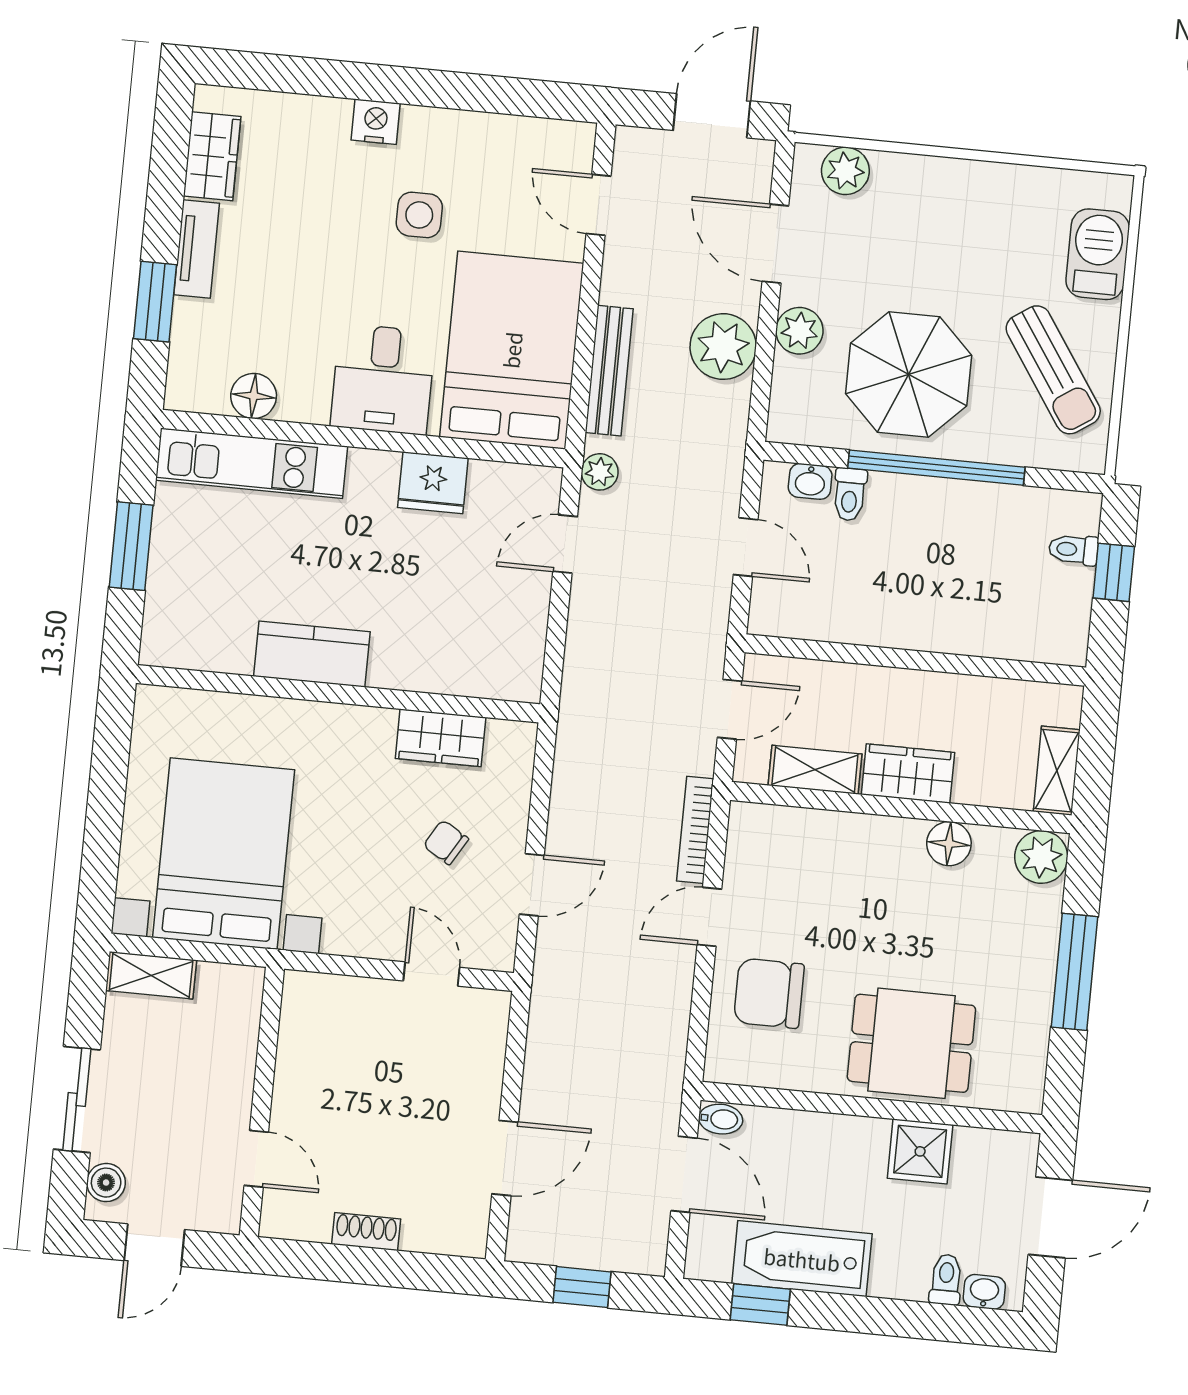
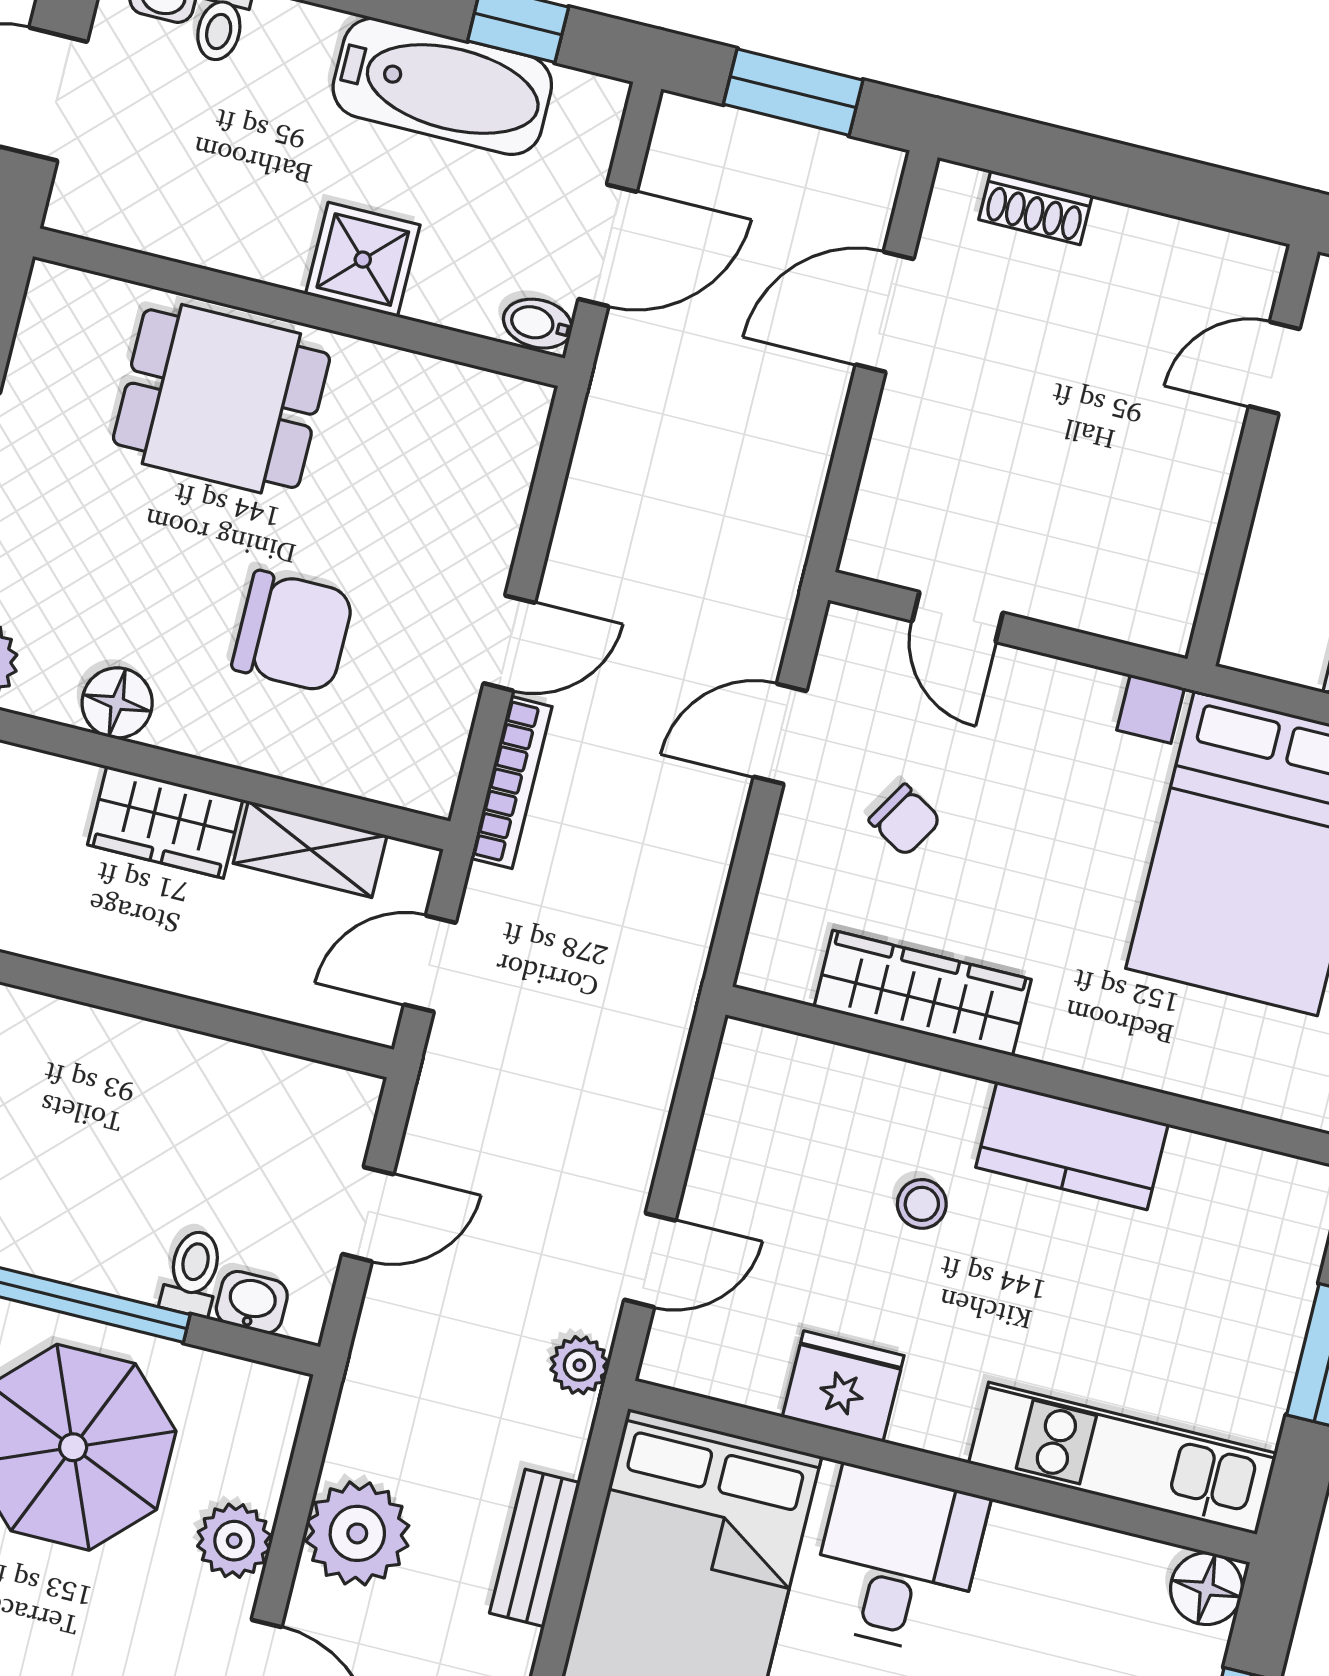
bench: (609, 371) -> (535, 1548), width x0.73
floor lamp: (254, 396) -> (1207, 1589), moved
door: (746, 547) -> (368, 1214), swing flipped
stool: (400, 604) -> (922, 1204), added
wardrobe: (441, 738) -> (923, 993), width x1.50
chair: (769, 993) -> (293, 631), moved
shower: (920, 1151) -> (363, 260), moved
door: (256, 1159) -> (1274, 368), hinge flipped
door: (684, 1174) -> (608, 245), swing flipped
shoe rack: (366, 1232) -> (1036, 208), moved
window: (582, 1287) -> (793, 92), width x1.50

